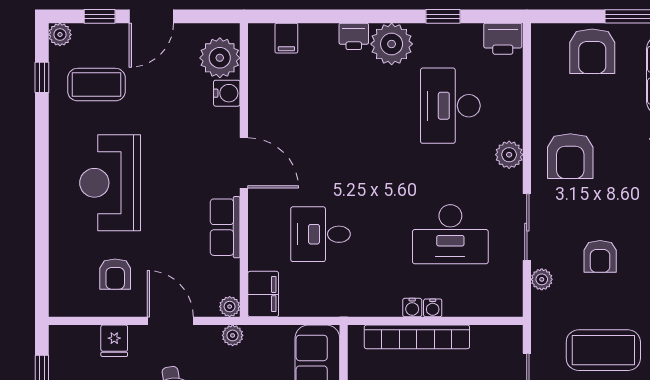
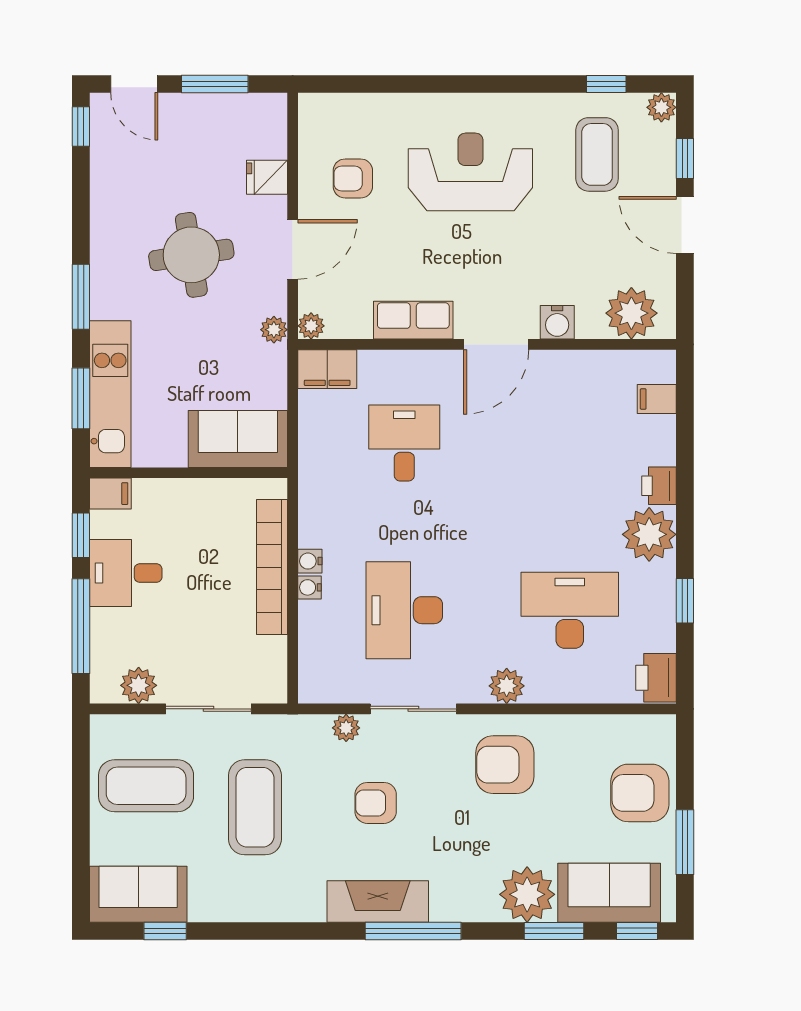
water cooler: (227, 93) -> (557, 322), moved

